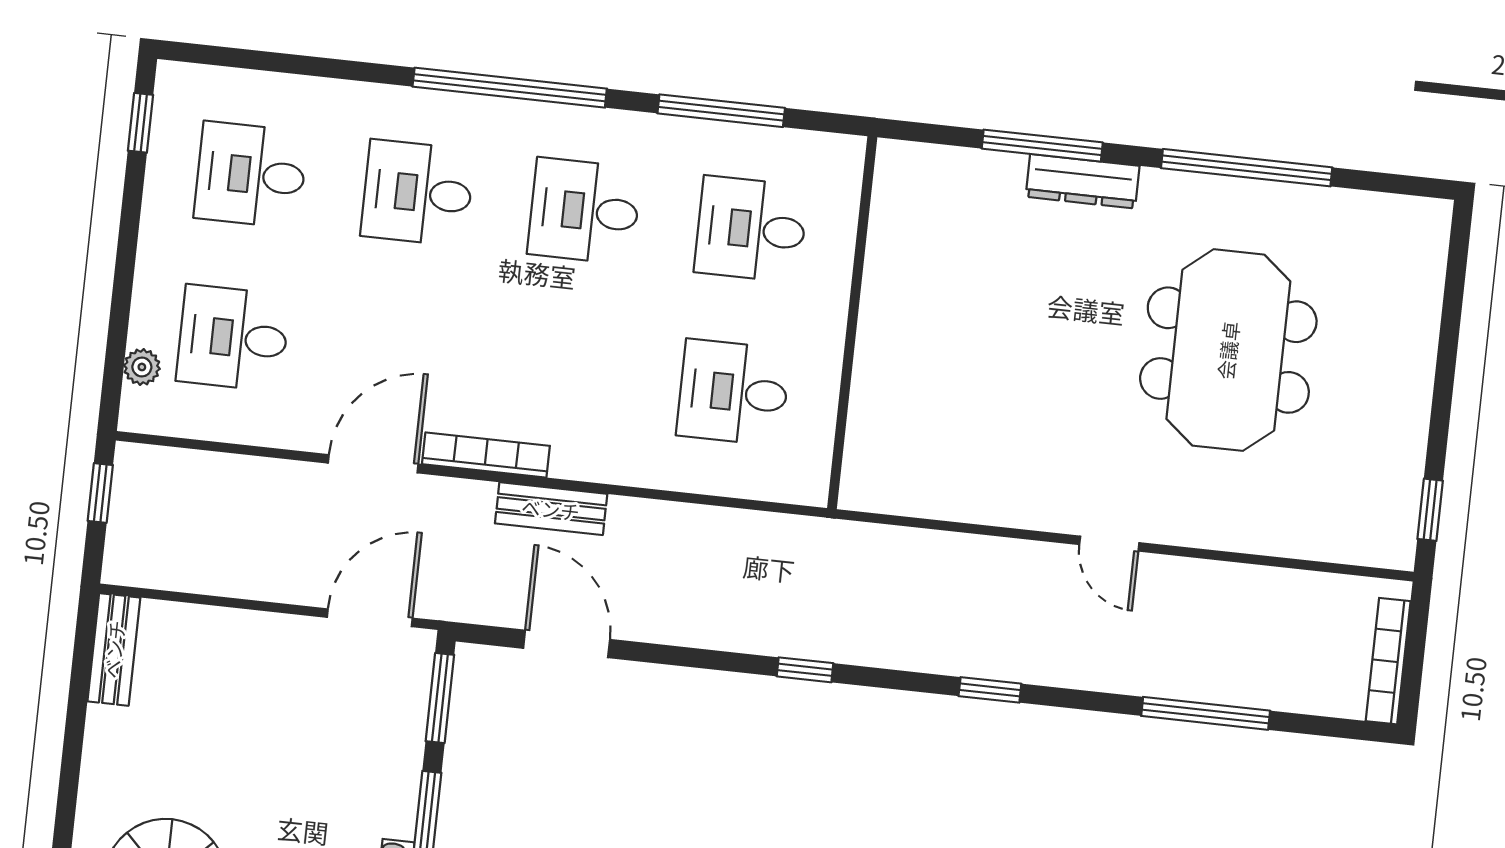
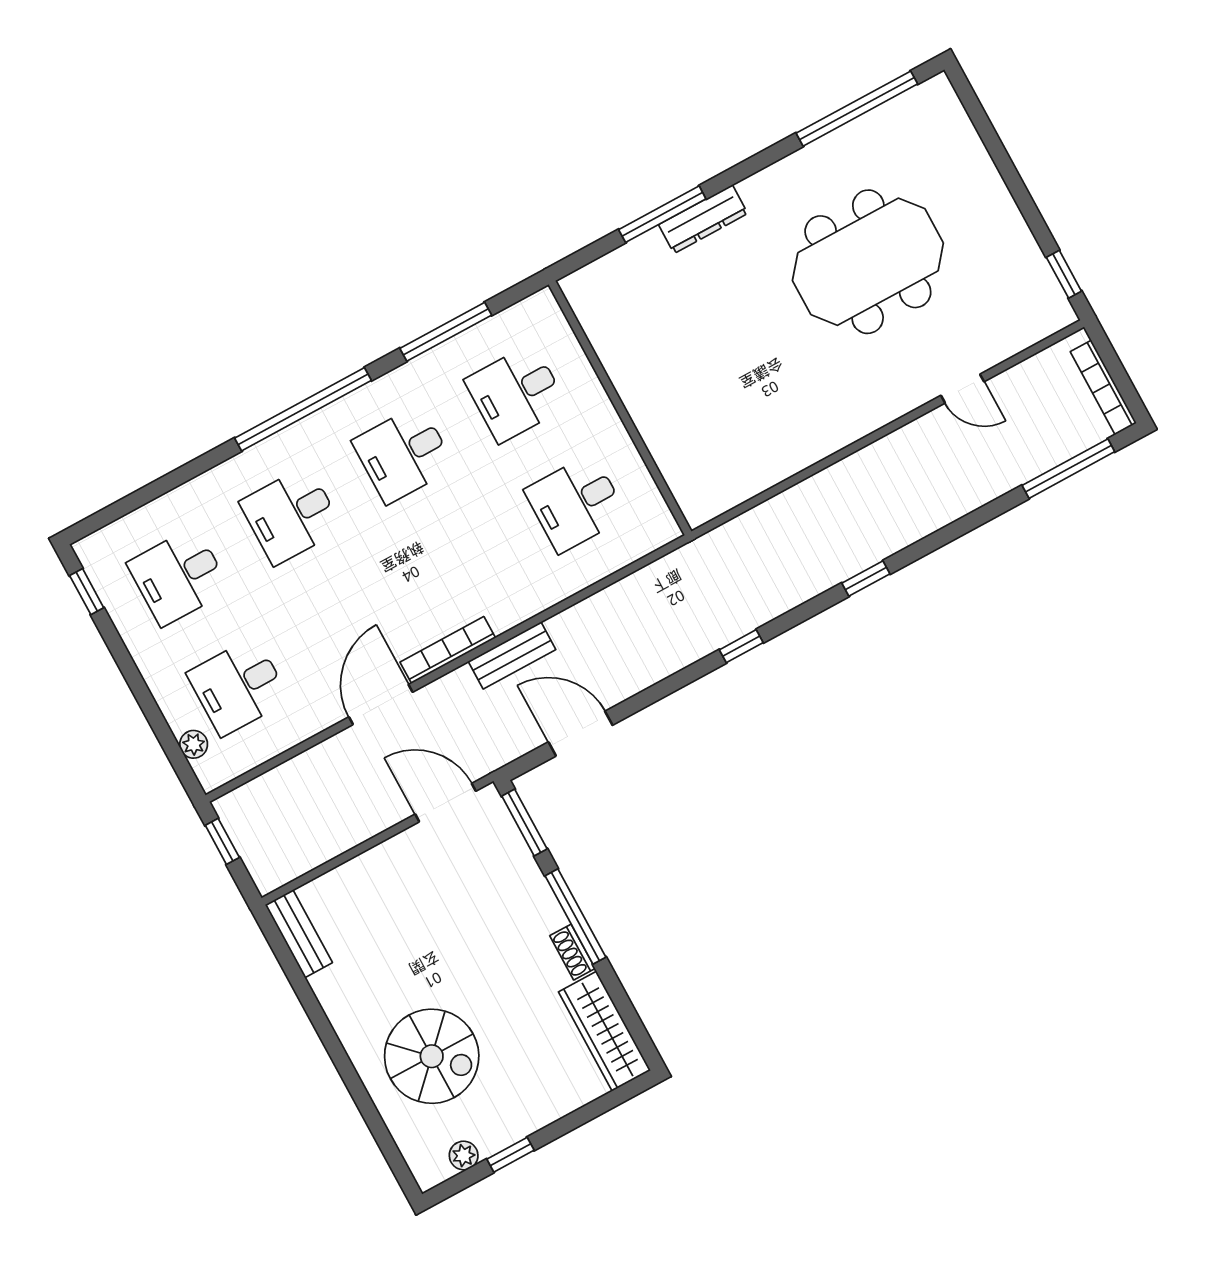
window: (1247, 168) -> (857, 109), moved
meeting table: (1228, 350) -> (868, 262), turned 90
door: (1109, 544) -> (963, 389), moved
door: (370, 618) -> (445, 803), hinge flipped
window: (1206, 713) -> (1068, 469), moved

